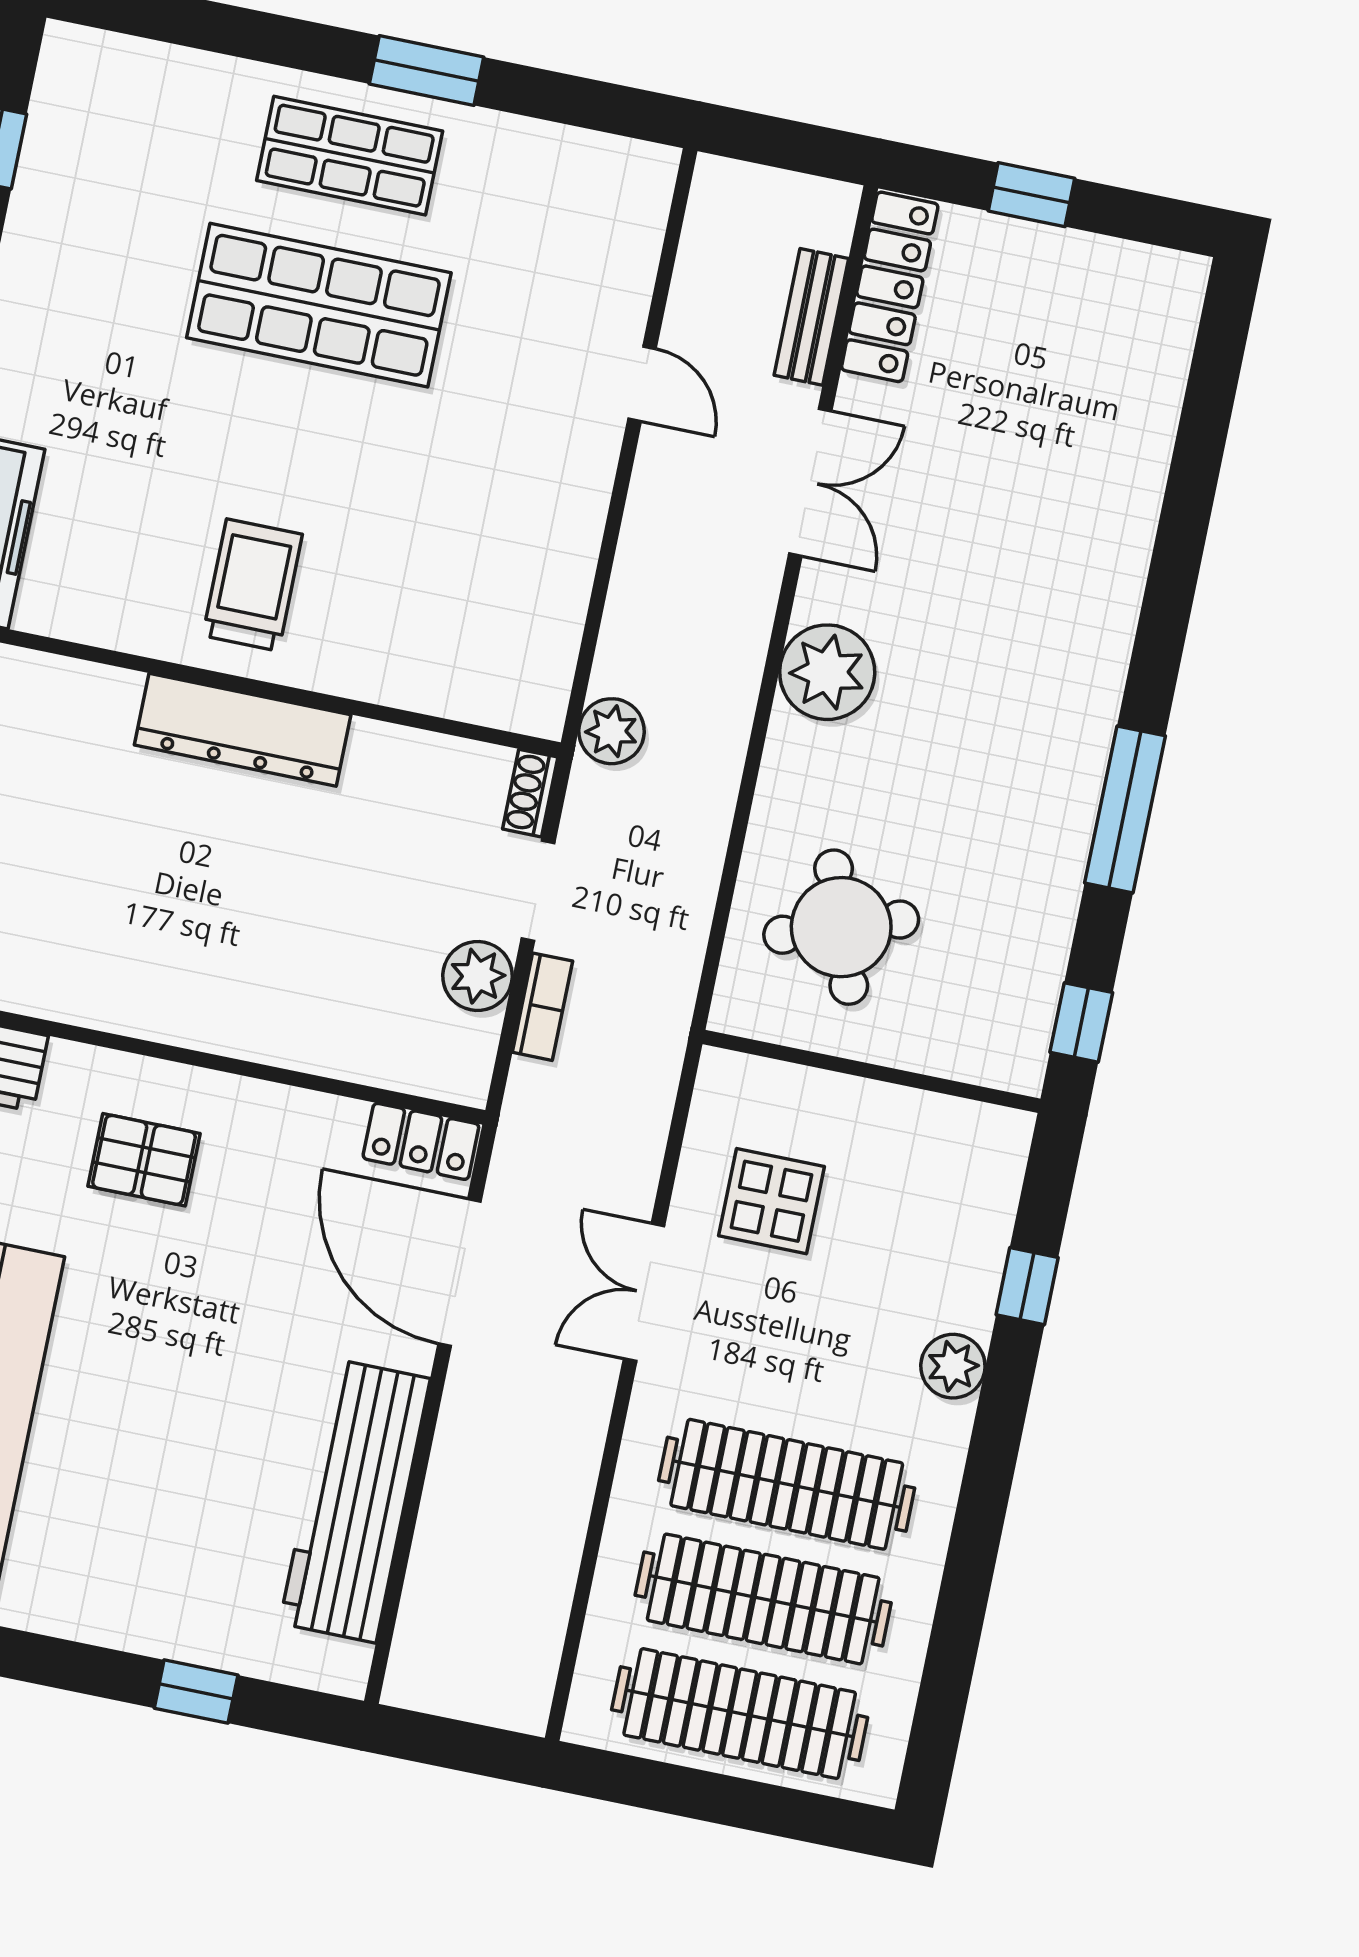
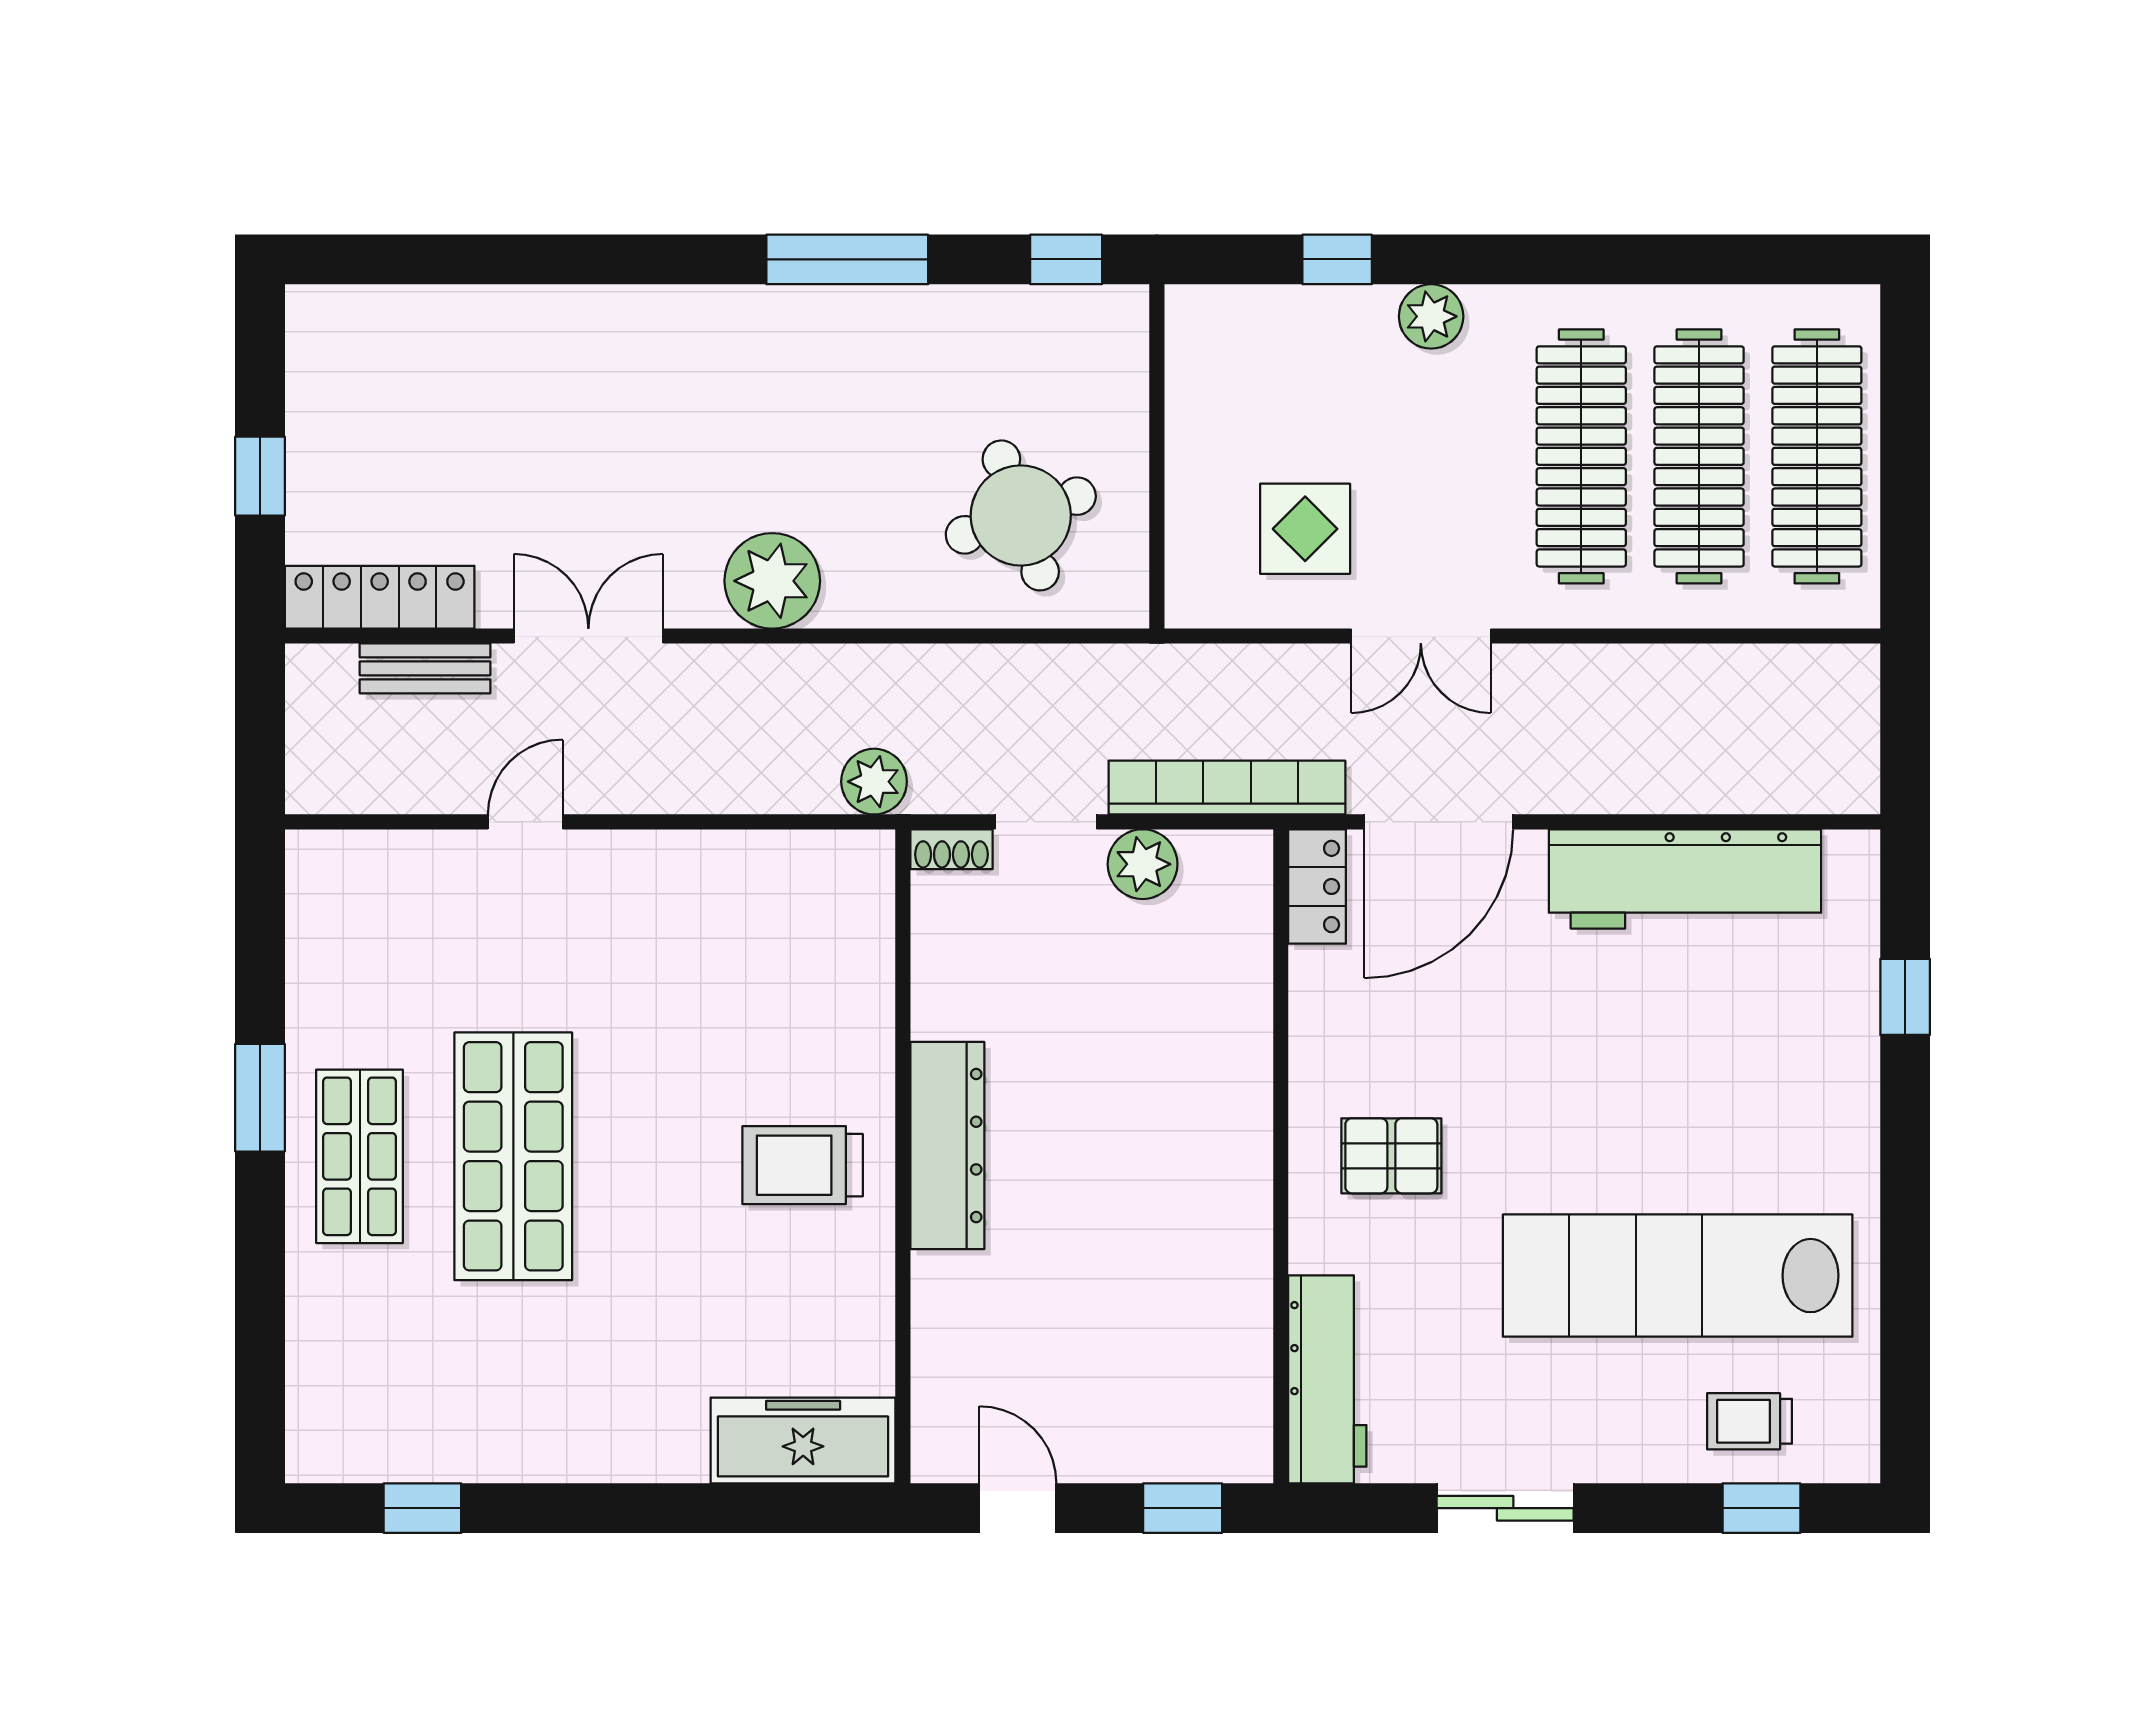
bookcase: (542, 1007) -> (1227, 788), width x2.31, depth x1.31
pallet: (144, 1160) -> (1391, 1156), turned 90

